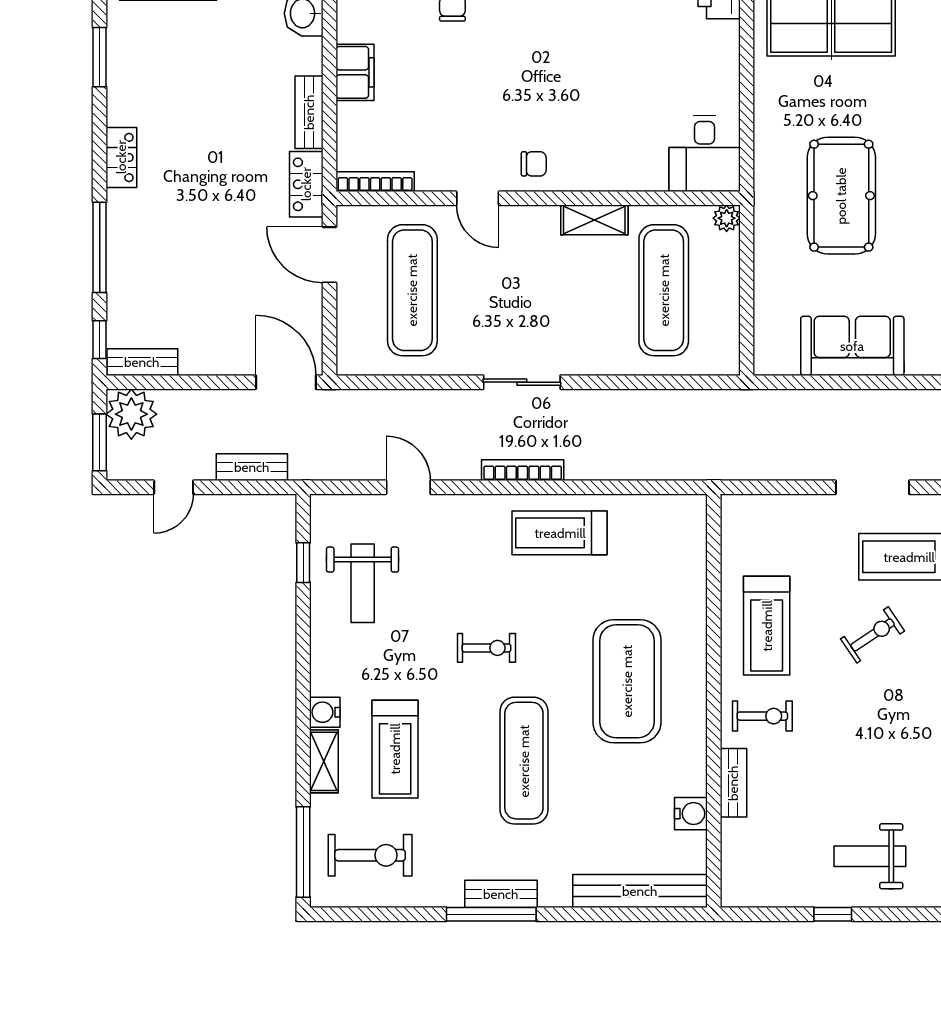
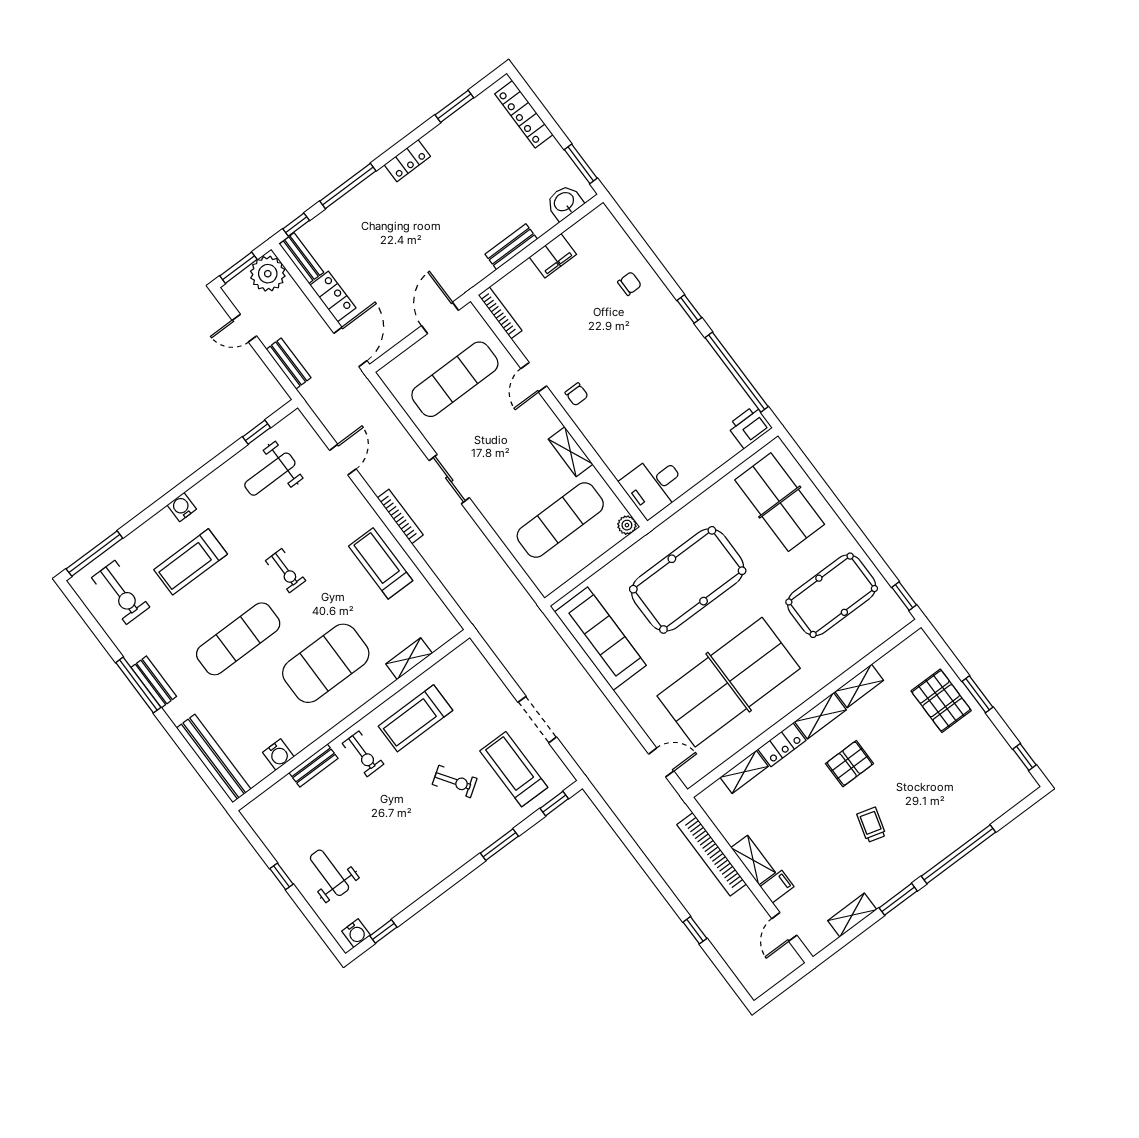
locker: (306, 184) -> (333, 297), moved, turned 90
pool table: (841, 196) -> (688, 580), width x1.36, depth x1.32
sofa: (852, 346) -> (600, 639), width x1.36
shelving: (324, 761) -> (409, 659), moved

